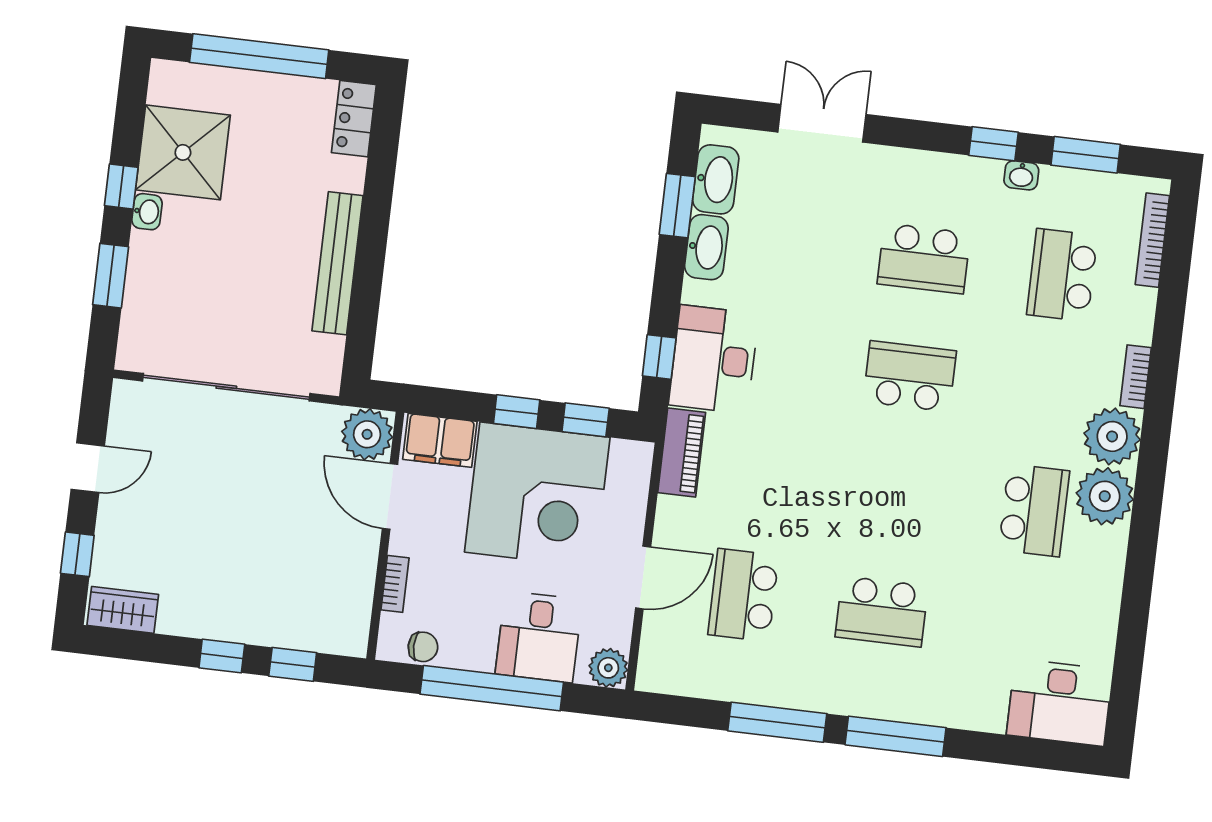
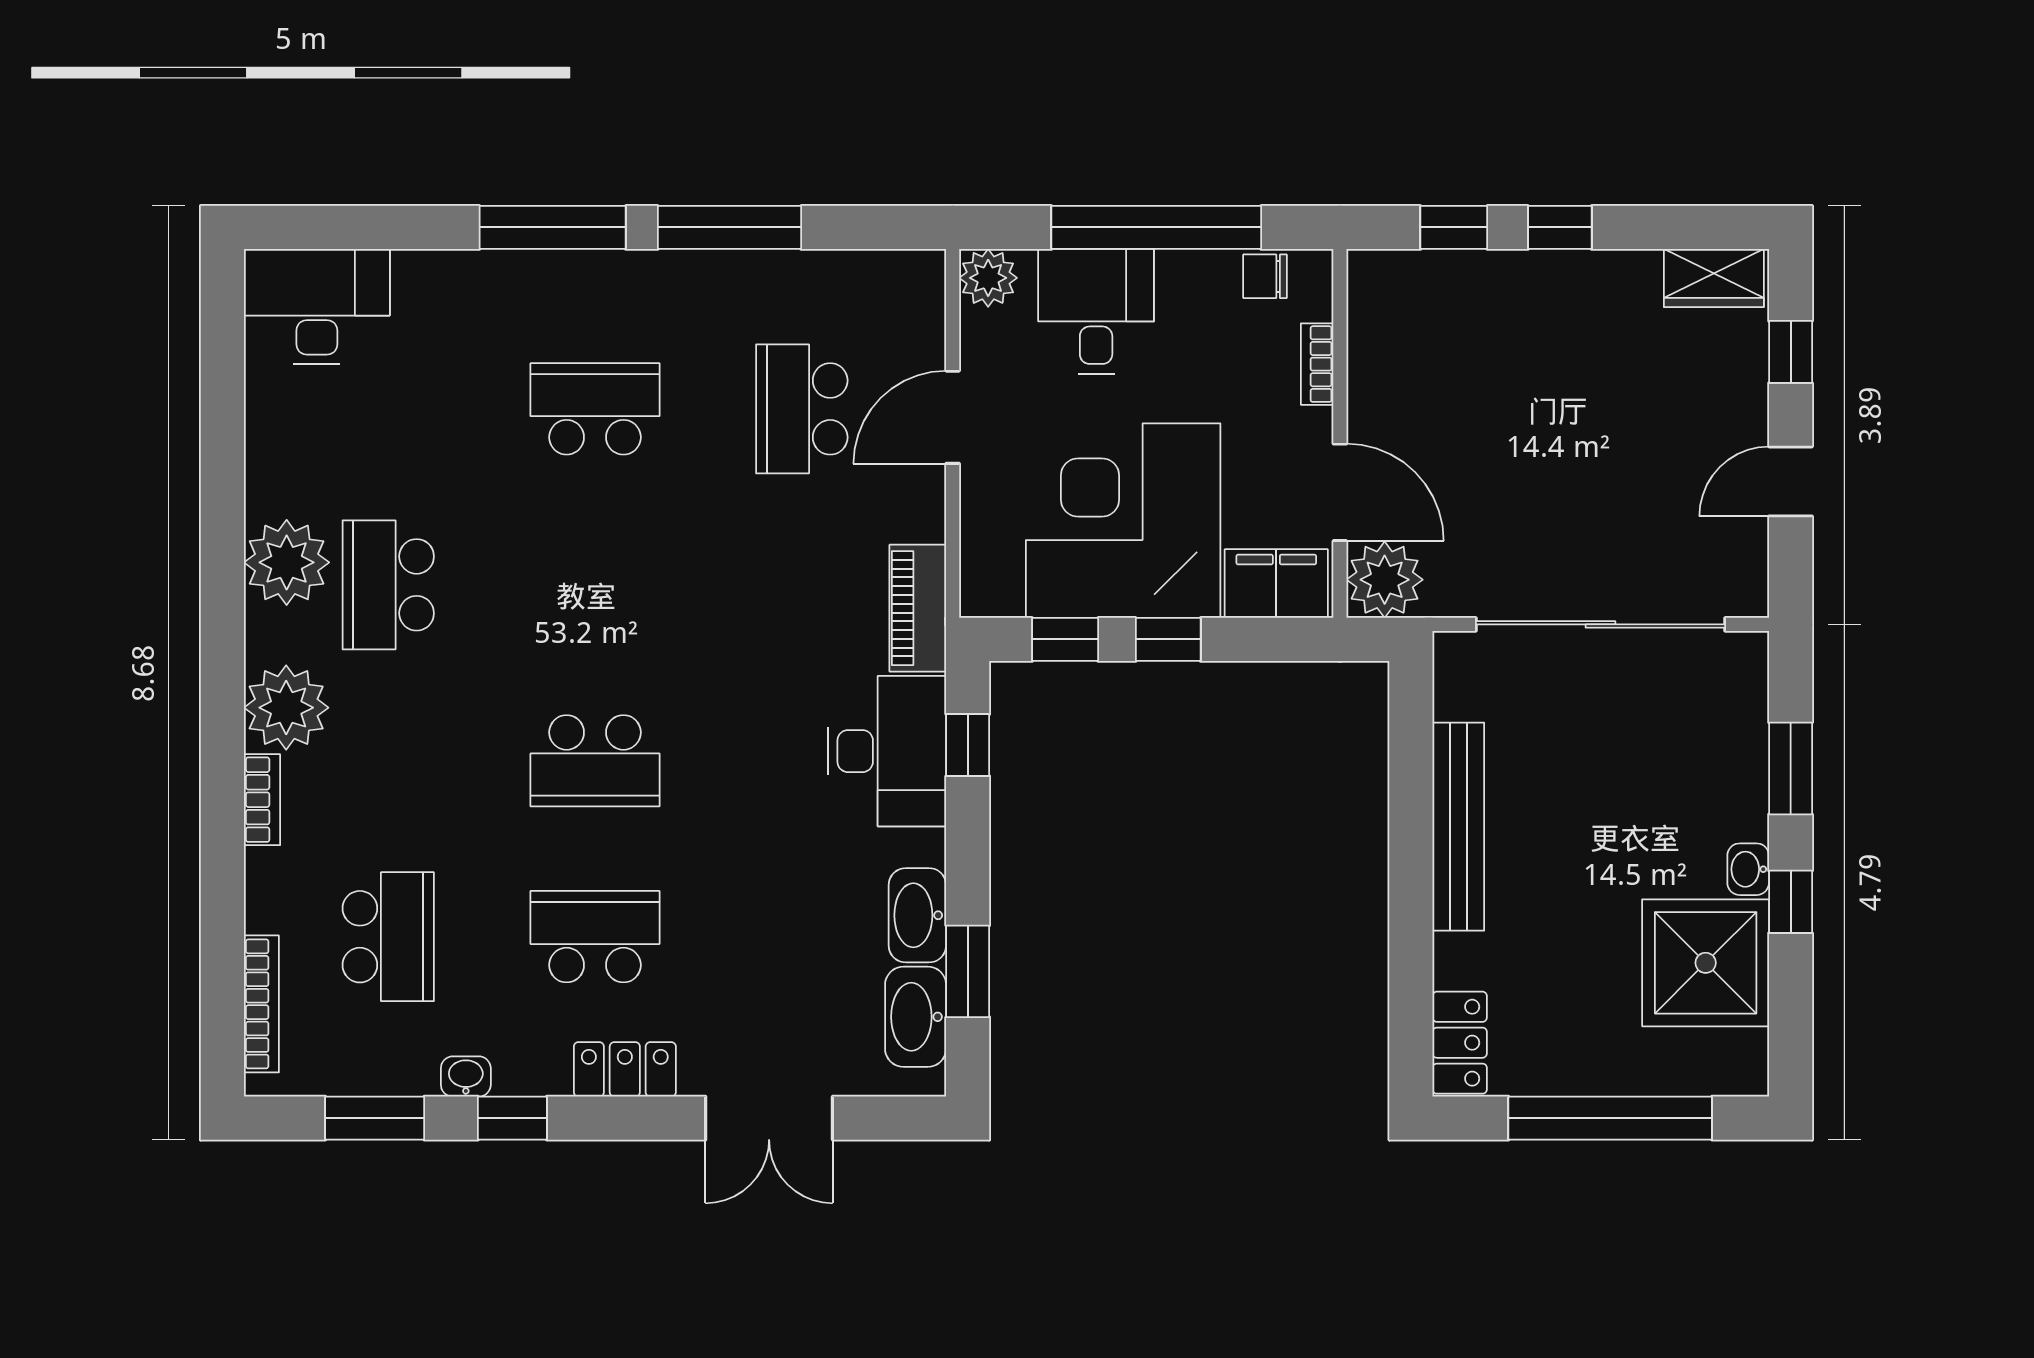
locker: (914, 167) -> (625, 1069), added
plant: (1105, 496) -> (287, 562), moved
school desk: (743, 595) -> (802, 409), turned 180

